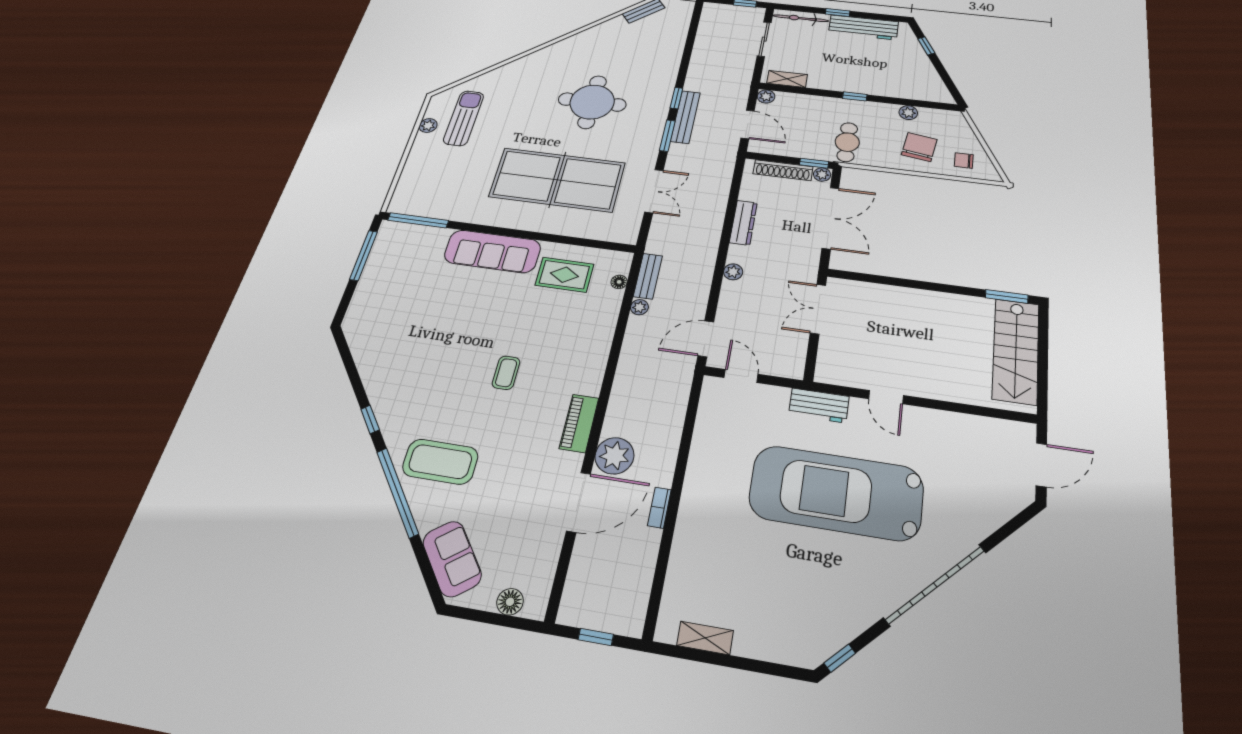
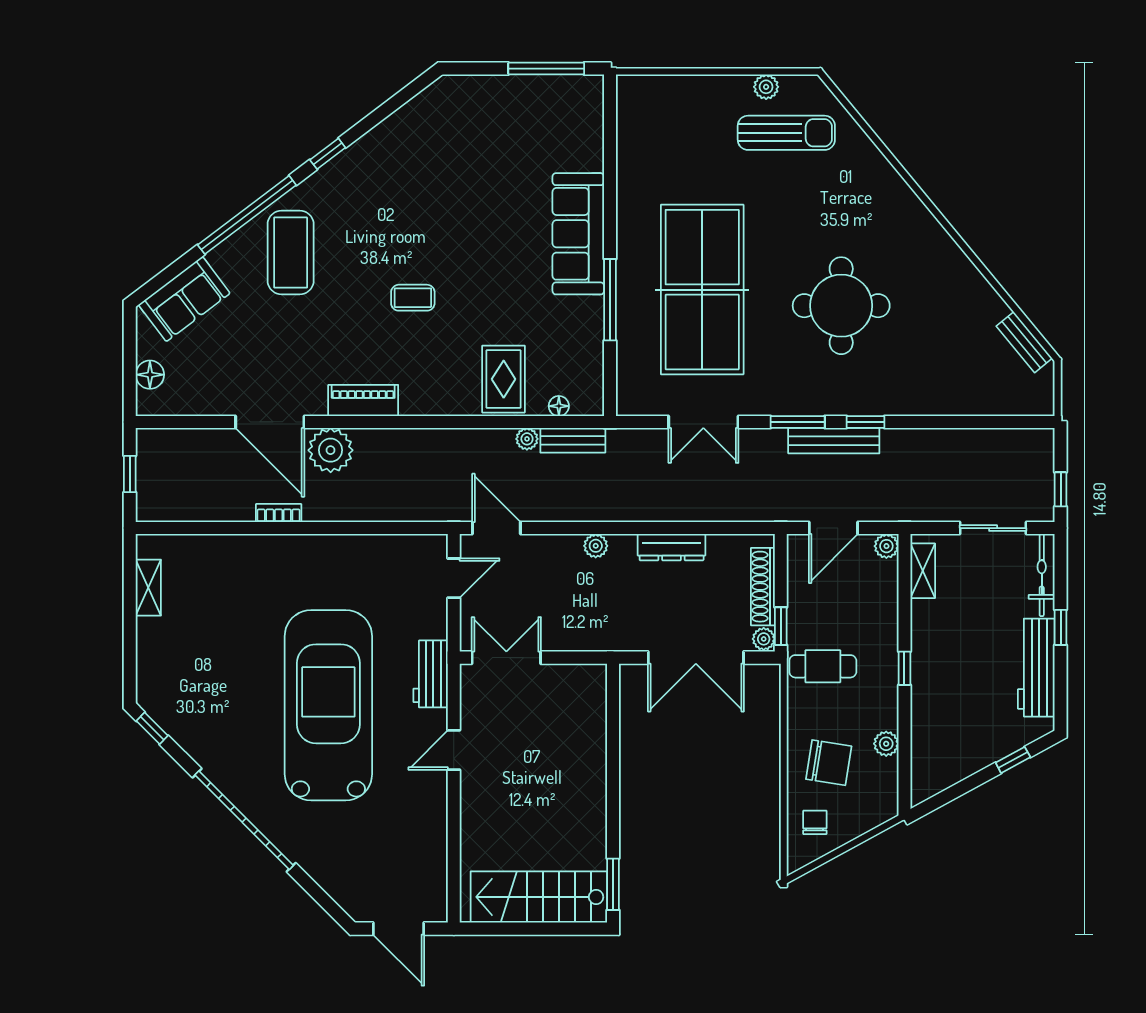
window: (418, 220) -> (610, 300), moved
rug: (564, 275) -> (504, 379), moved
double door: (818, 309) -> (506, 658), moved

